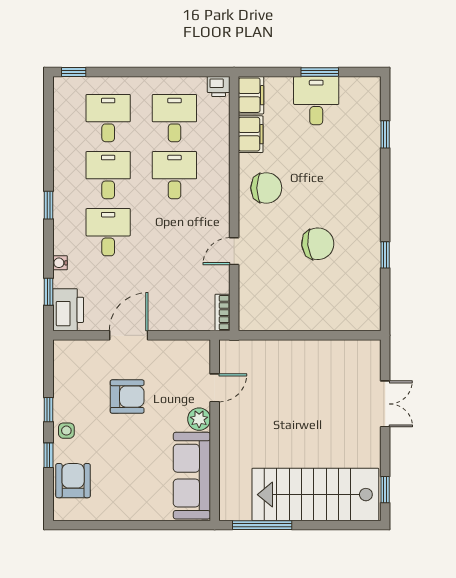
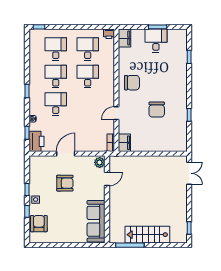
filing cabinet: (251, 134) -> (124, 143), moved
chair: (318, 244) -> (157, 110), turned 96
double door: (385, 404) -> (189, 173), moved
plant: (199, 419) -> (100, 162), moved
stairs: (315, 495) -> (147, 235), width x0.73, depth x0.66

